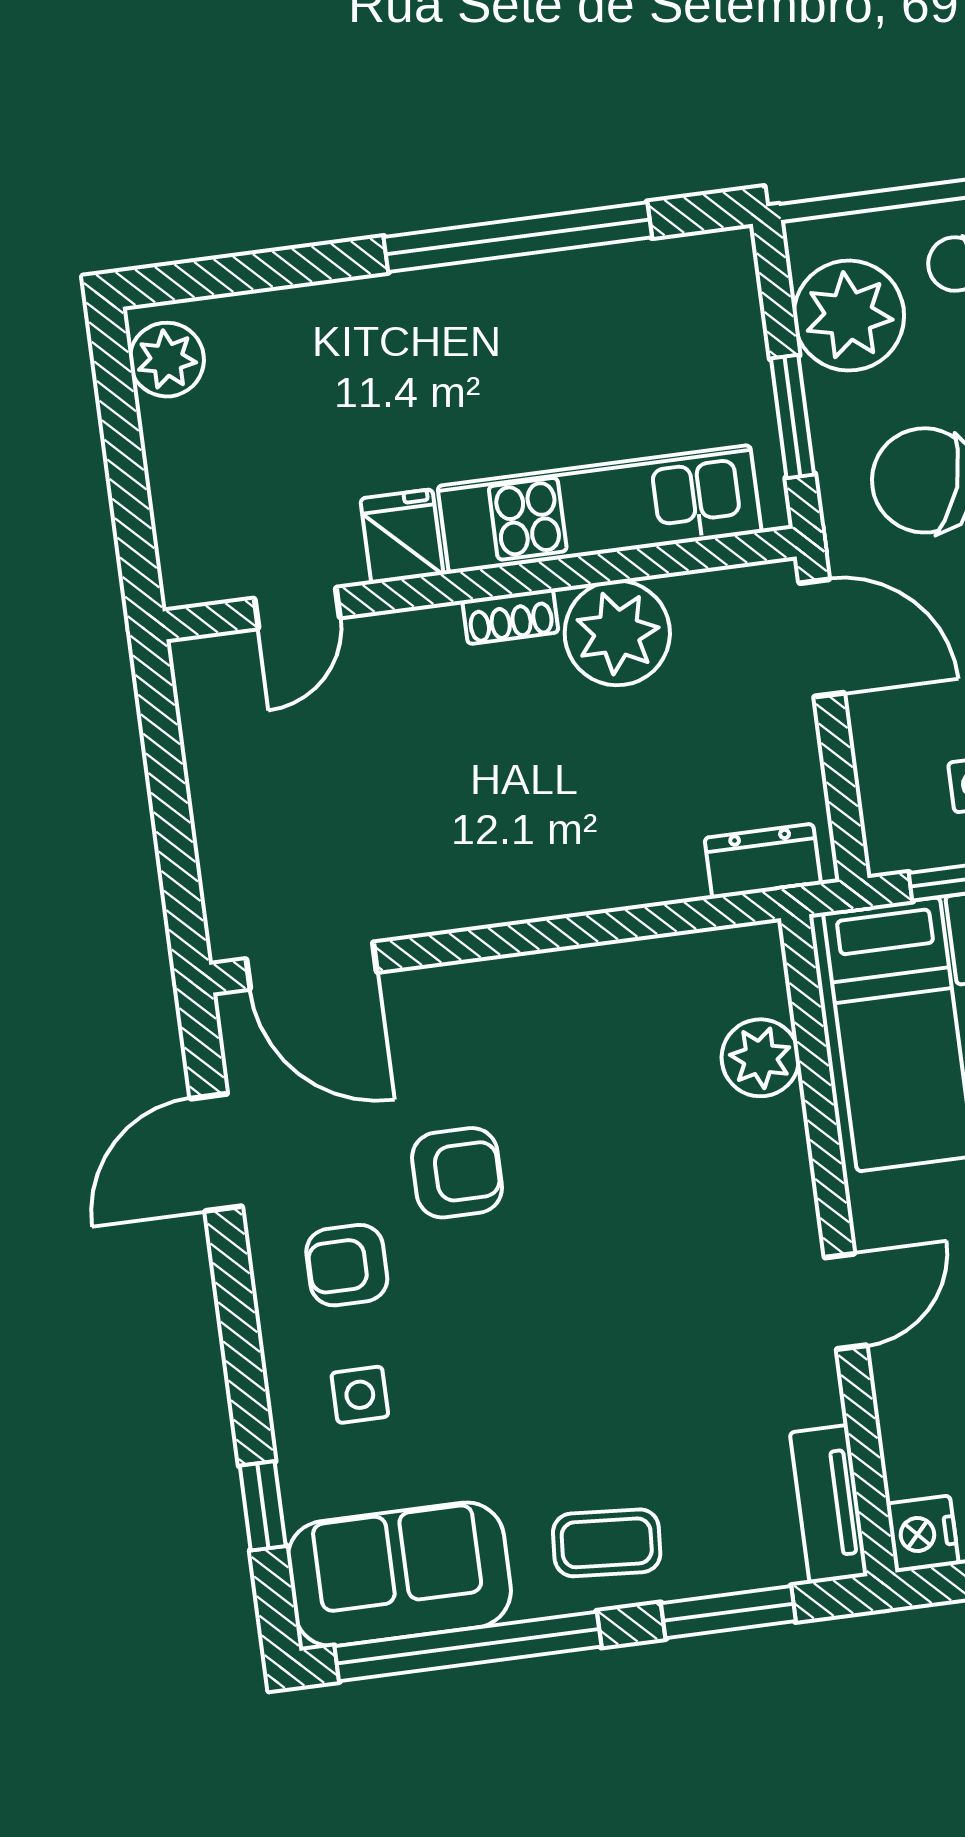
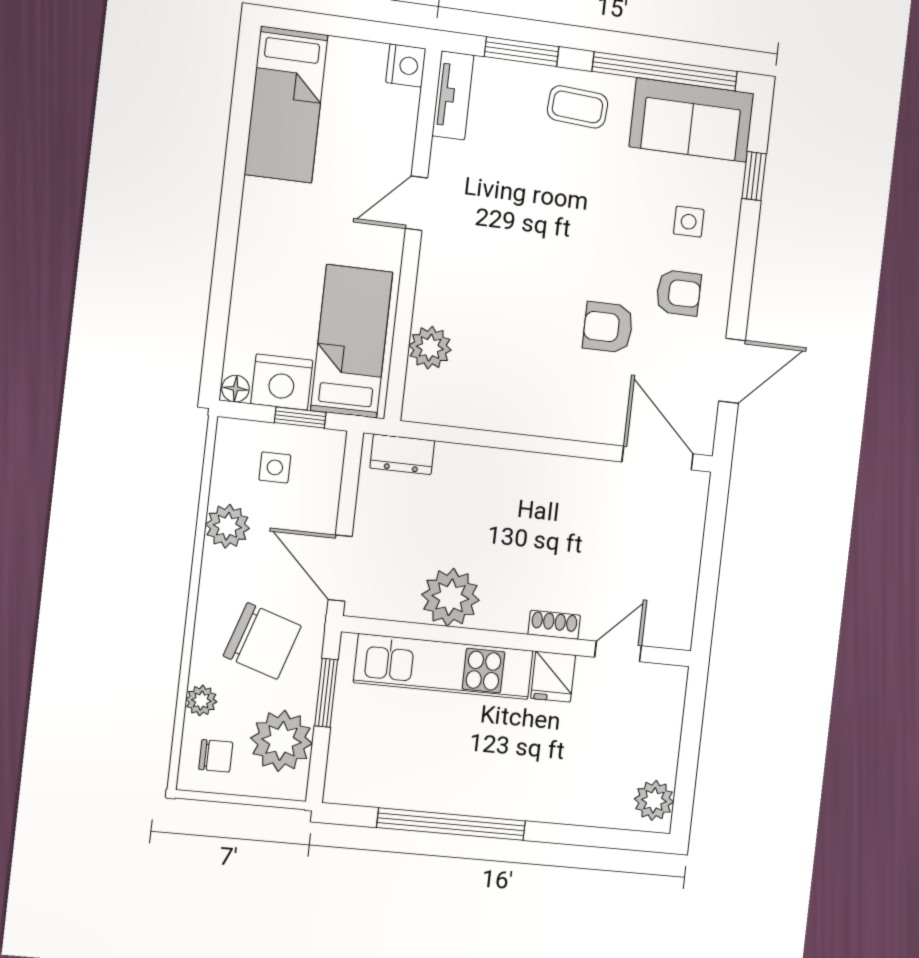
shoe rack: (510, 616) -> (554, 625), moved

